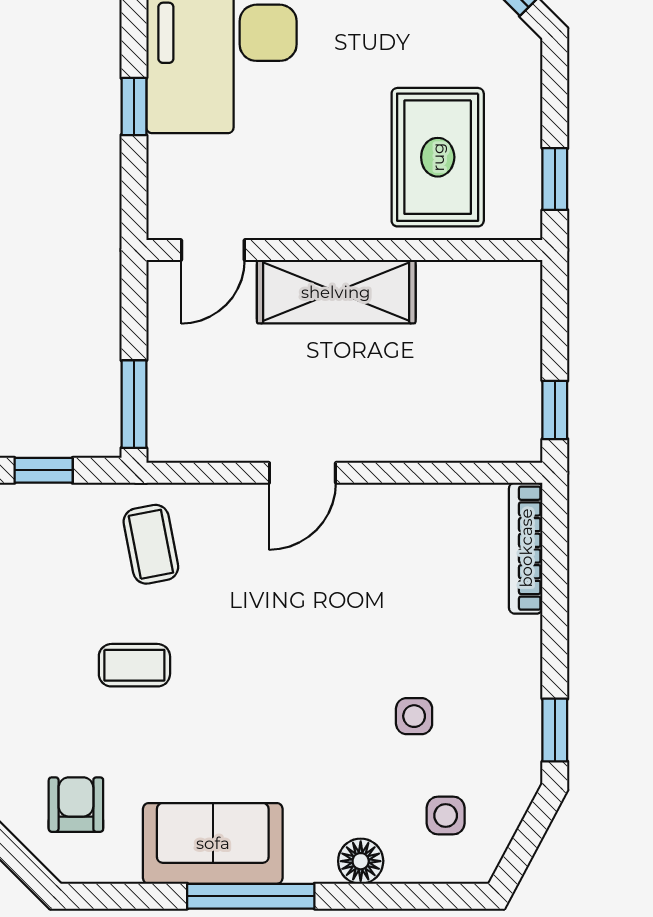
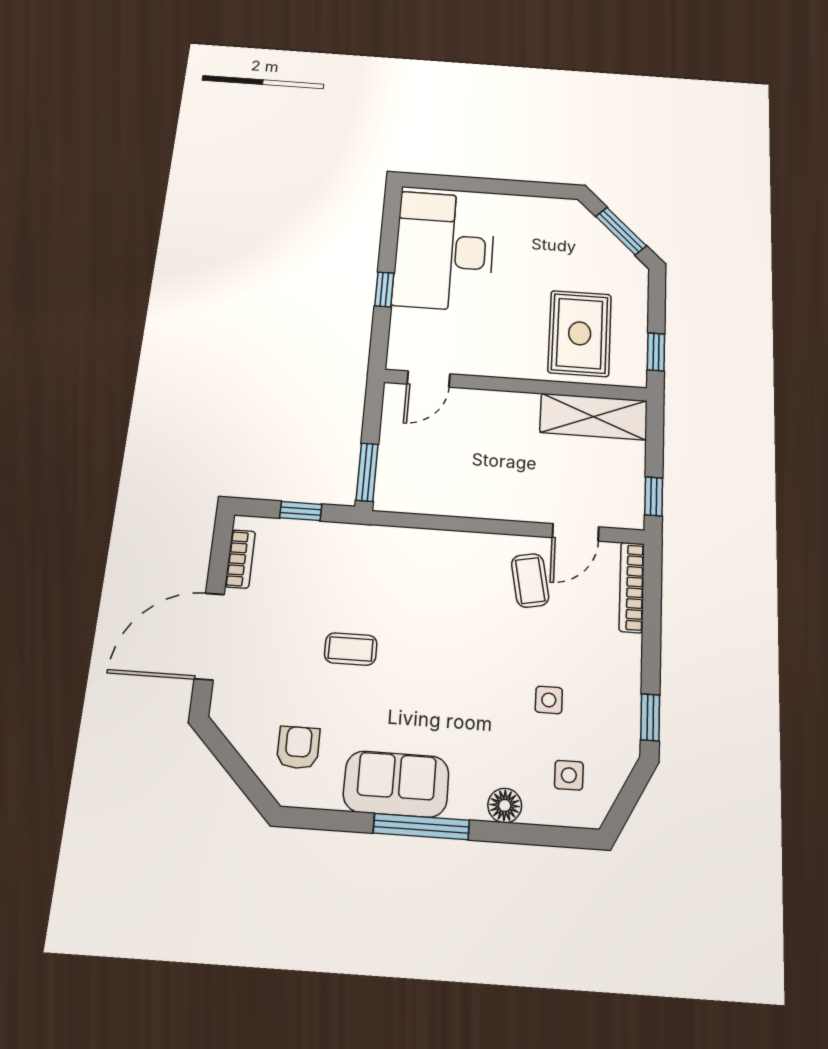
shelving: (336, 292) -> (594, 417), moved
door: (302, 473) -> (576, 532), moved
coffee table: (151, 544) -> (530, 580), moved

